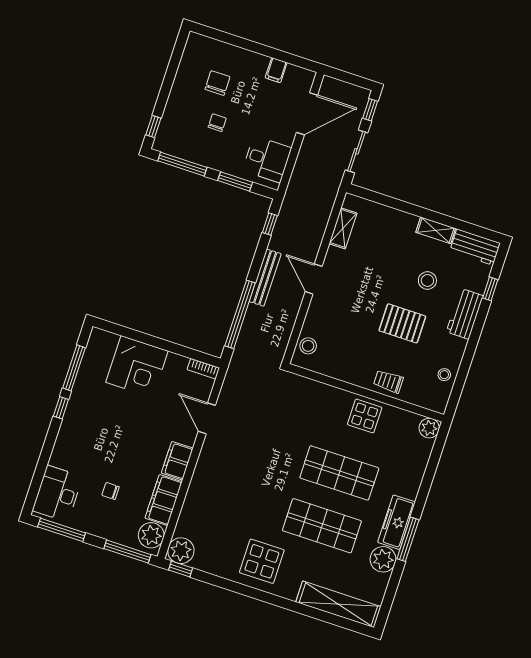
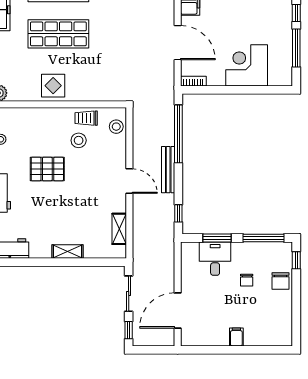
filing cabinet: (276, 70) -> (236, 337), moved
chair: (217, 83) -> (281, 281), moved
desk: (267, 159) -> (215, 259), moved, turned 90
shelving: (436, 230) -> (68, 252), moved
stool: (427, 280) -> (79, 140), moved
trolley: (388, 381) -> (86, 118), moved, turned 180
door: (207, 418) -> (178, 43), width x1.36

